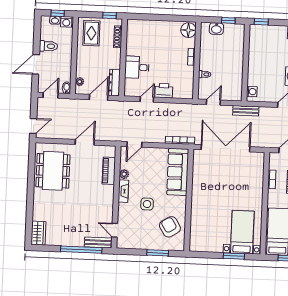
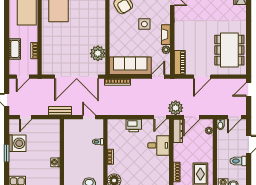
washing machine: (252, 92) -> (55, 162), moved
door: (147, 99) -> (160, 117), moved
door: (213, 102) -> (89, 117), swing flipped
plant: (116, 109) -> (176, 108), added
piano: (109, 171) -> (180, 62), moved
sofa: (178, 172) -> (130, 66), moved, turned -90
plant: (201, 173) -> (98, 53), added

